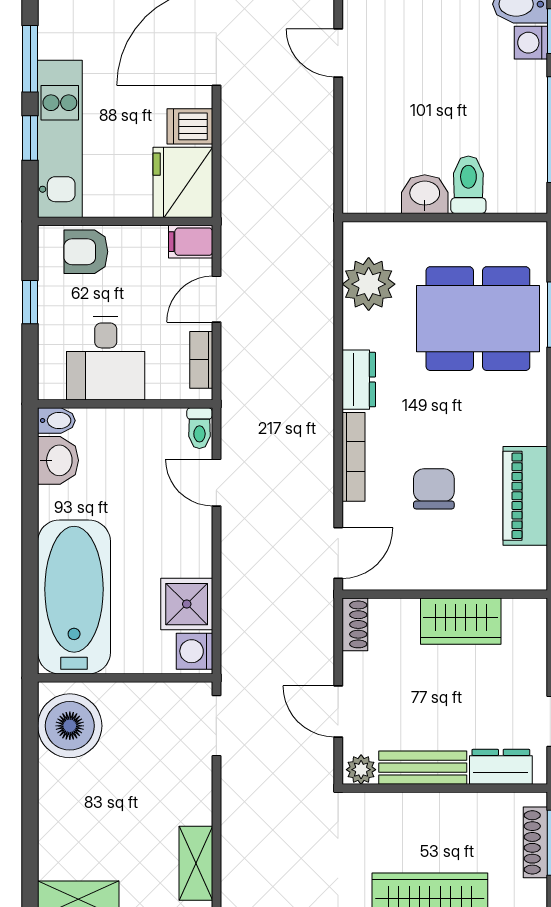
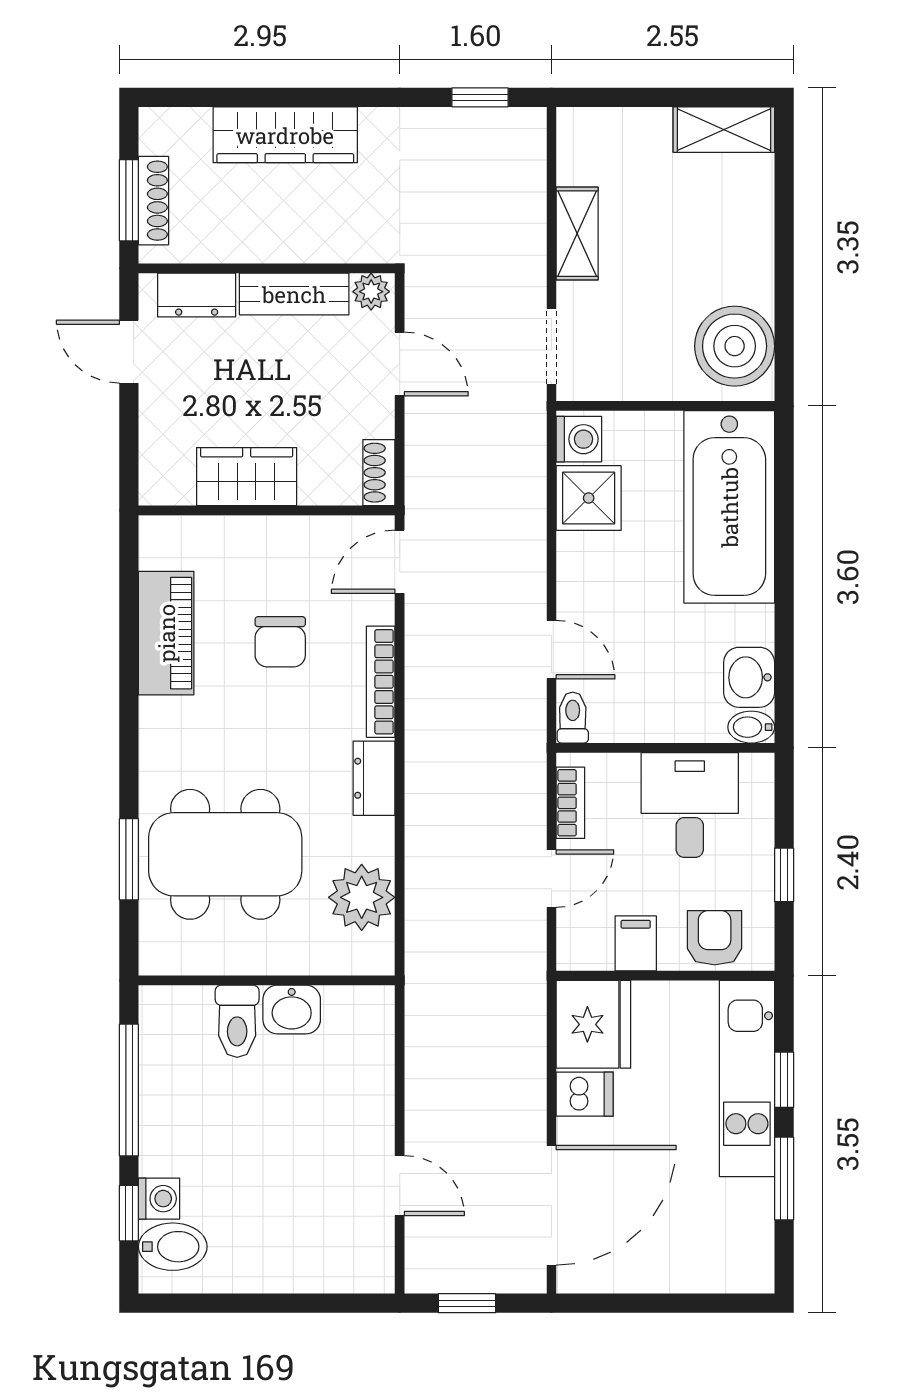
filing cabinet: (191, 242) -> (636, 943), moved, turned -90
armchair: (86, 252) -> (715, 938), turned -90
shelving: (196, 863) -> (577, 234), moved

